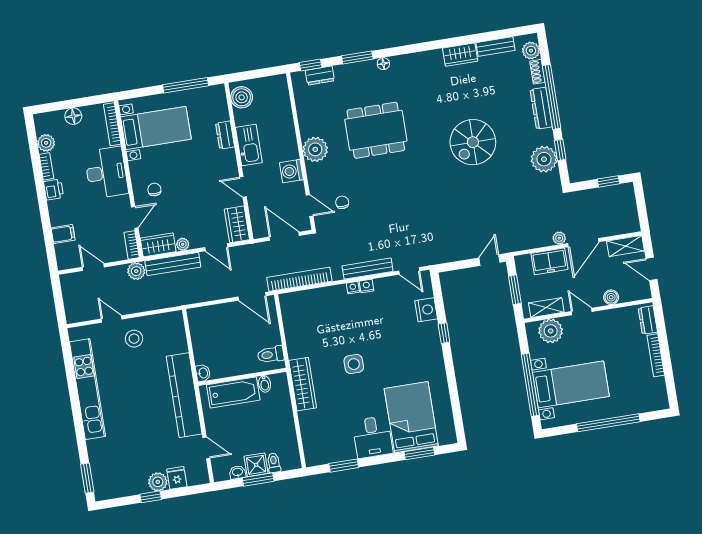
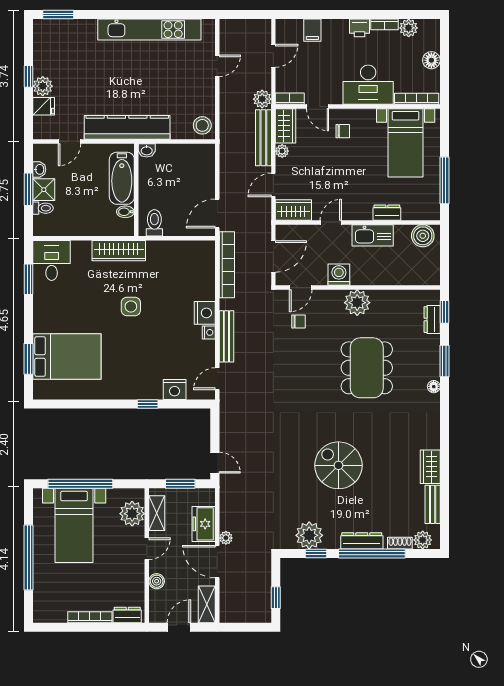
nightstand: (353, 288) -> (205, 313), width x1.89, depth x1.79
stool: (134, 339) -> (202, 125), moved
desk: (373, 437) -> (52, 260), moved, turned 90

